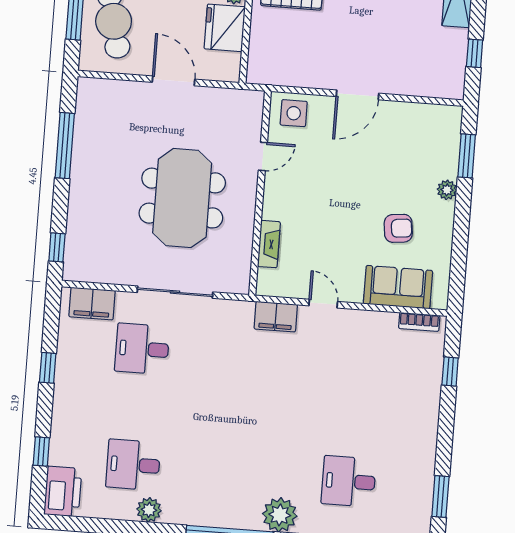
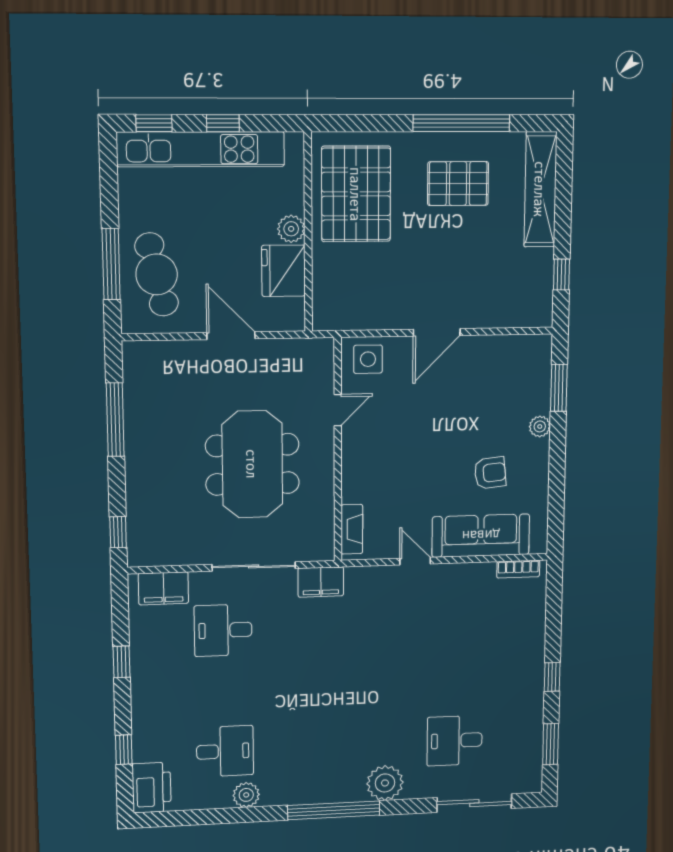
fireplace: (269, 244) -> (352, 529), moved
sofa: (398, 287) -> (481, 536), width x1.36
filing cabinet: (276, 317) -> (321, 582), moved
window: (450, 371) -> (552, 677), moved
desk: (133, 465) -> (225, 751), turned 180

